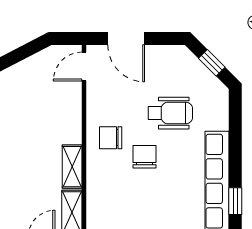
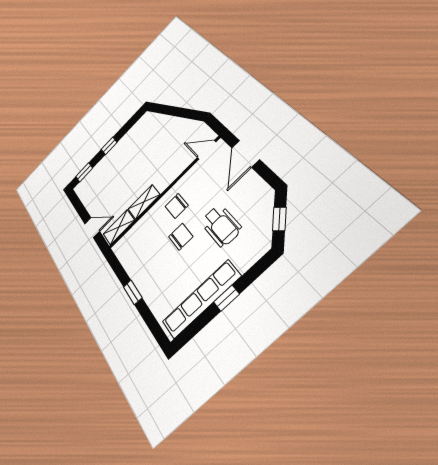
chair: (111, 138) -> (177, 206), turned -90
window: (235, 201) -> (226, 298), moved

